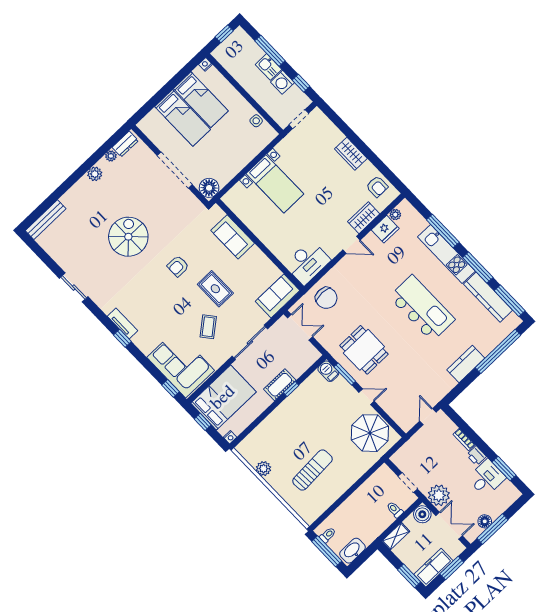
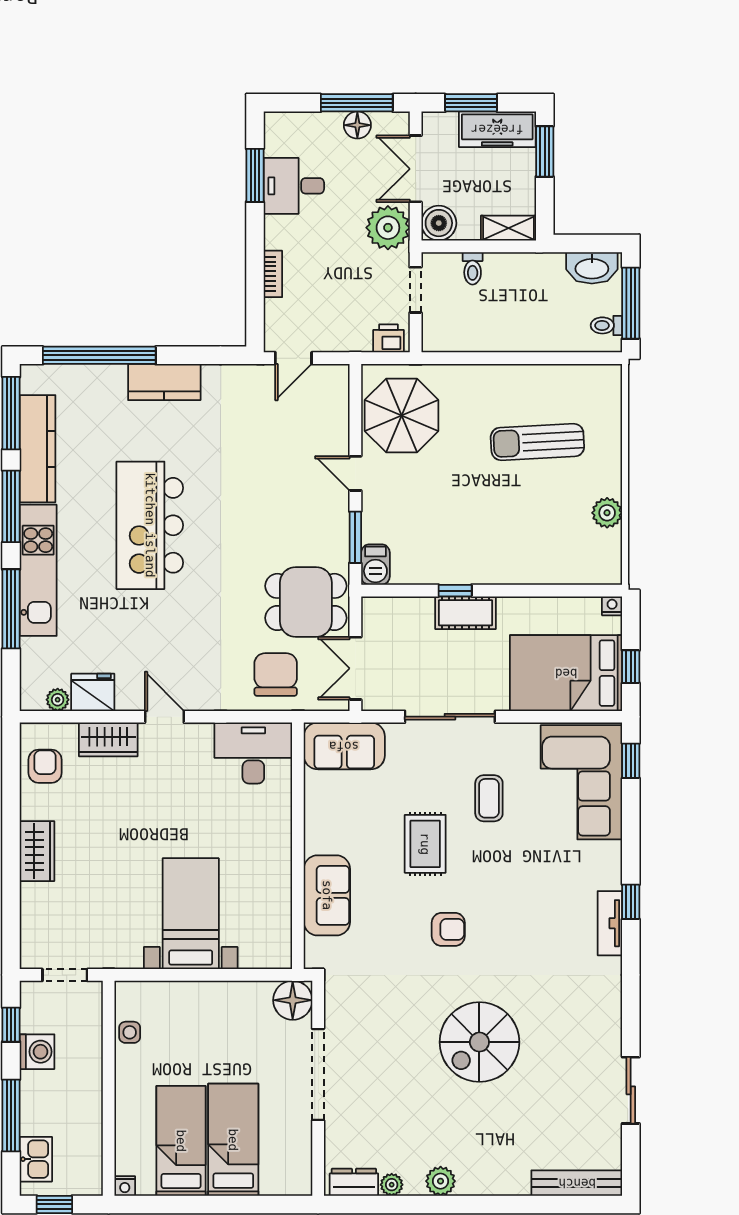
kitchen sink: (269, 67) -> (36, 1159), moved
sliding door: (74, 287) -> (631, 1090), moved
coffee table: (208, 327) -> (489, 798), turned -51
dining table: (364, 350) -> (306, 602), moved, turned 90
printer: (476, 456) -> (389, 338), moved, turned -90

